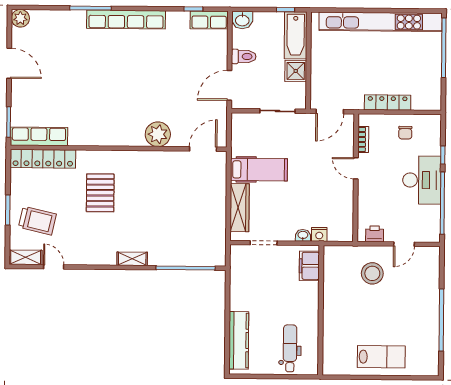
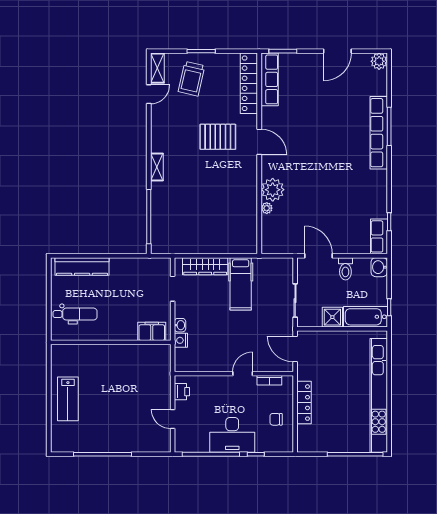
row of seats: (126, 20) -> (379, 133), moved
plant: (178, 141) -> (267, 208), added
door: (203, 149) -> (259, 142), moved
stool: (372, 273) -> (145, 390), removed

